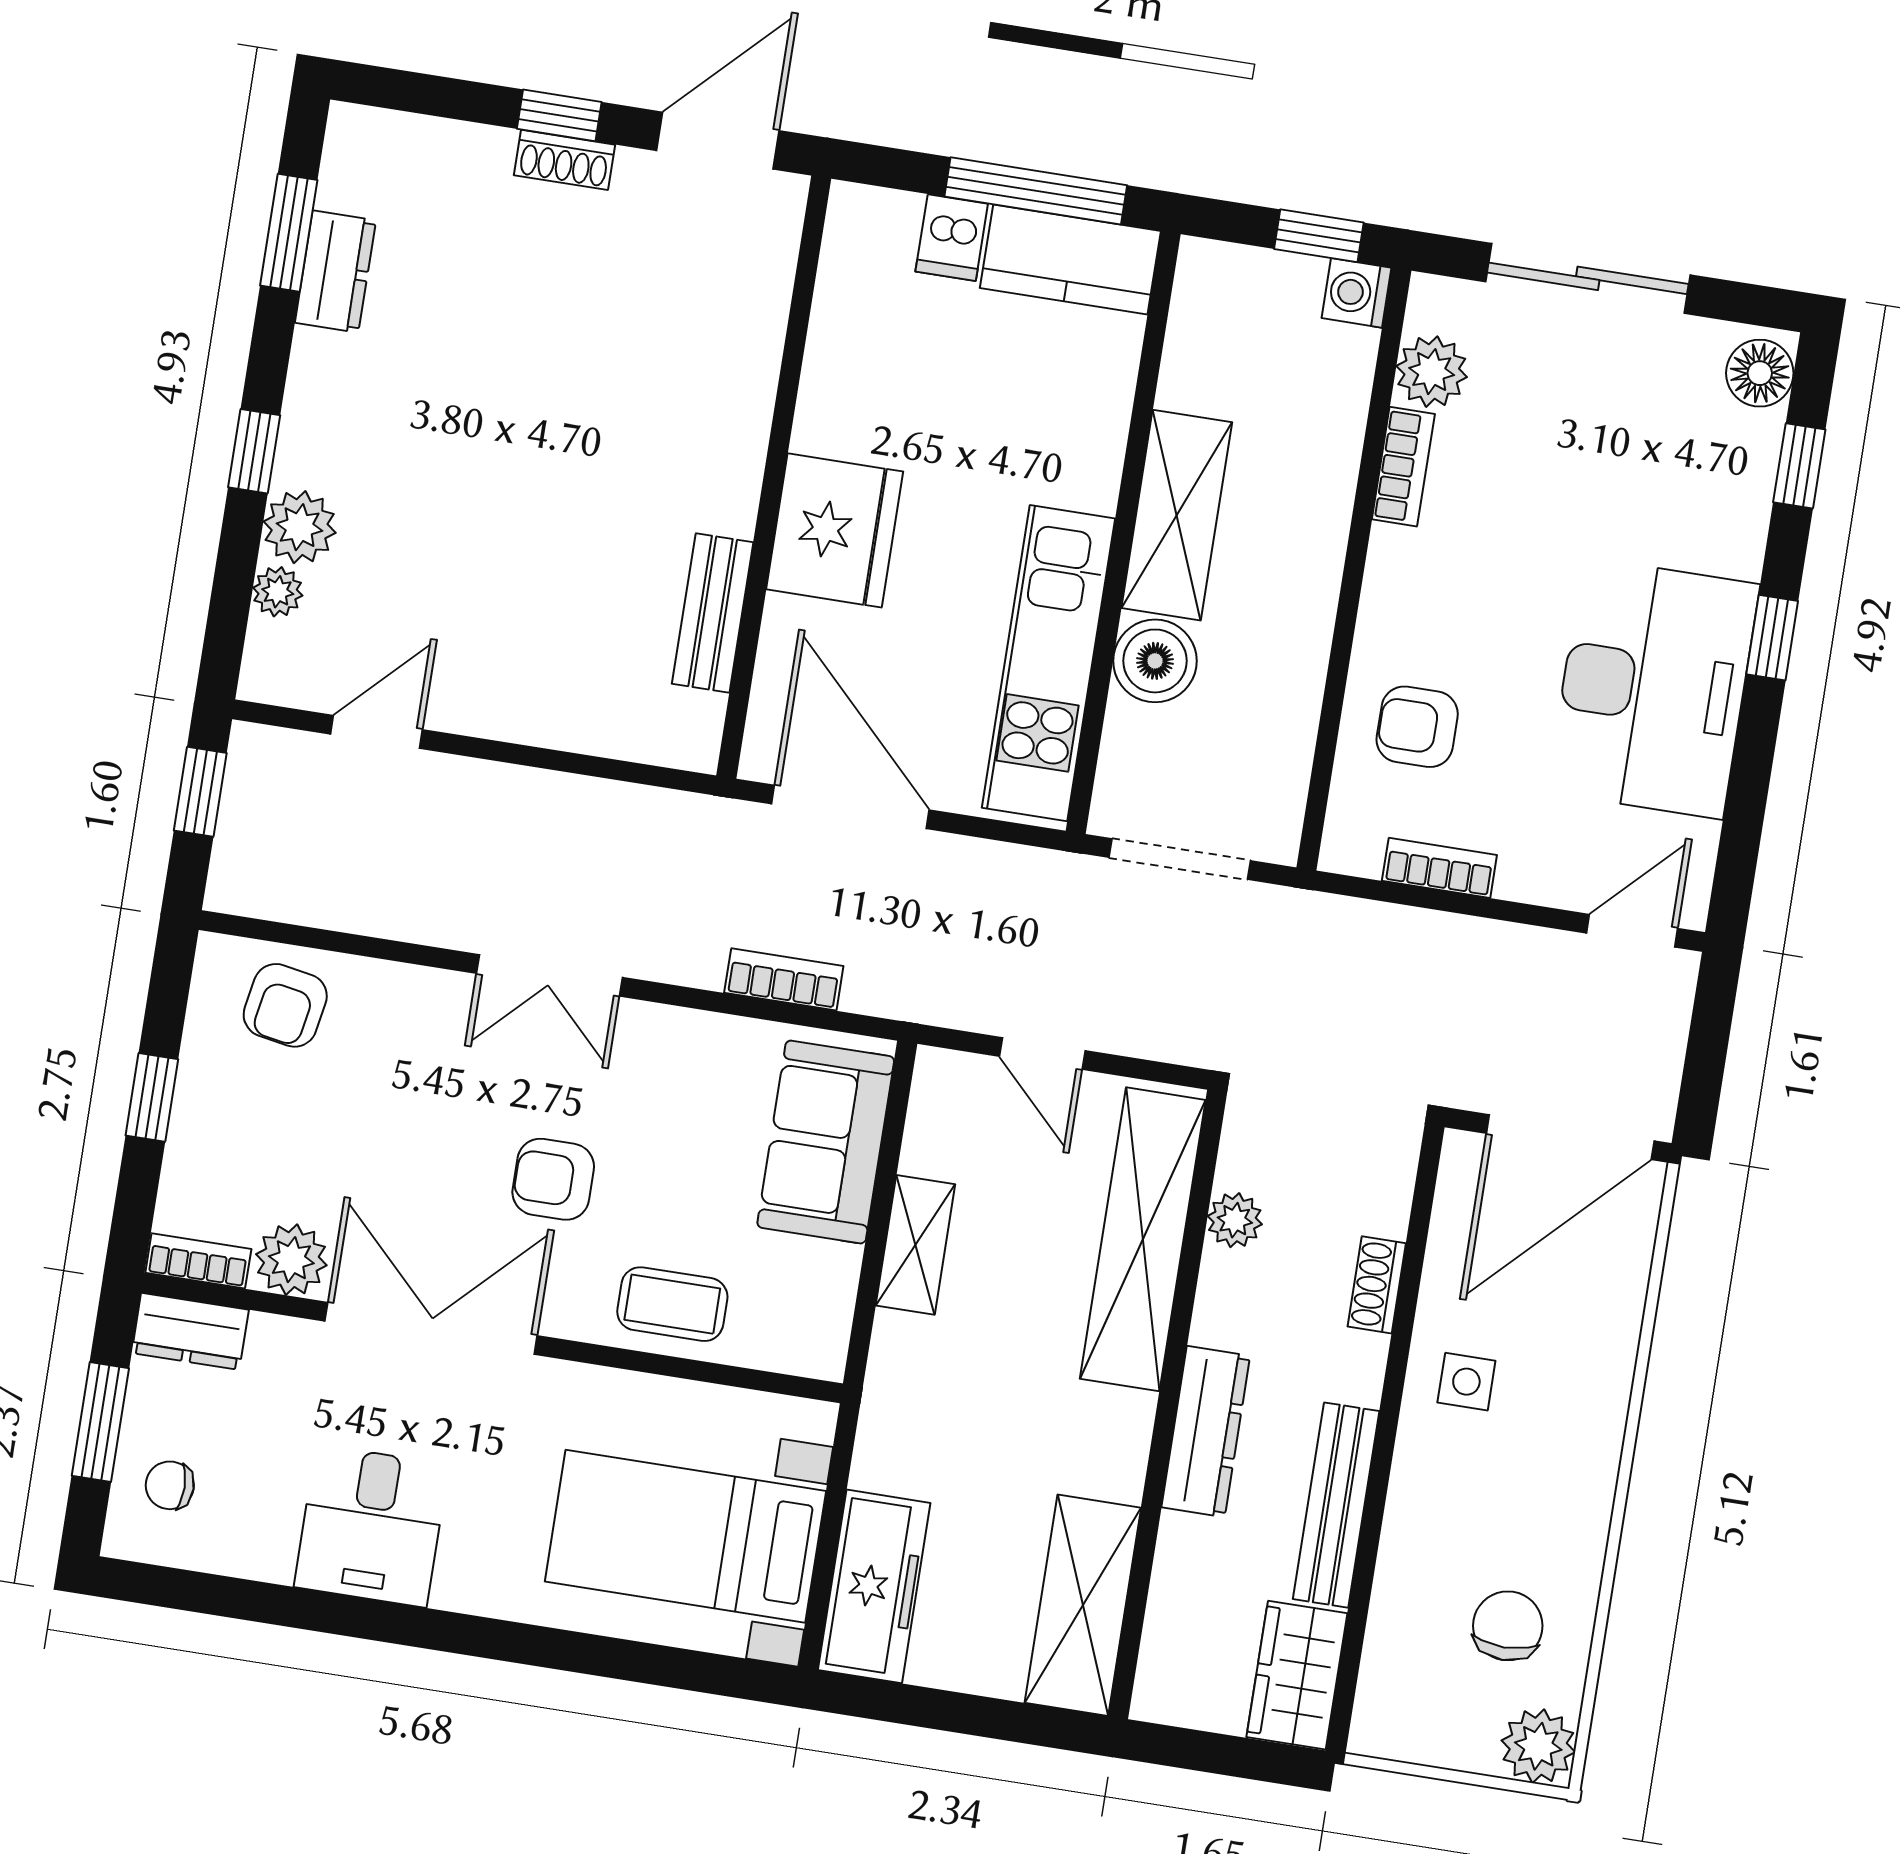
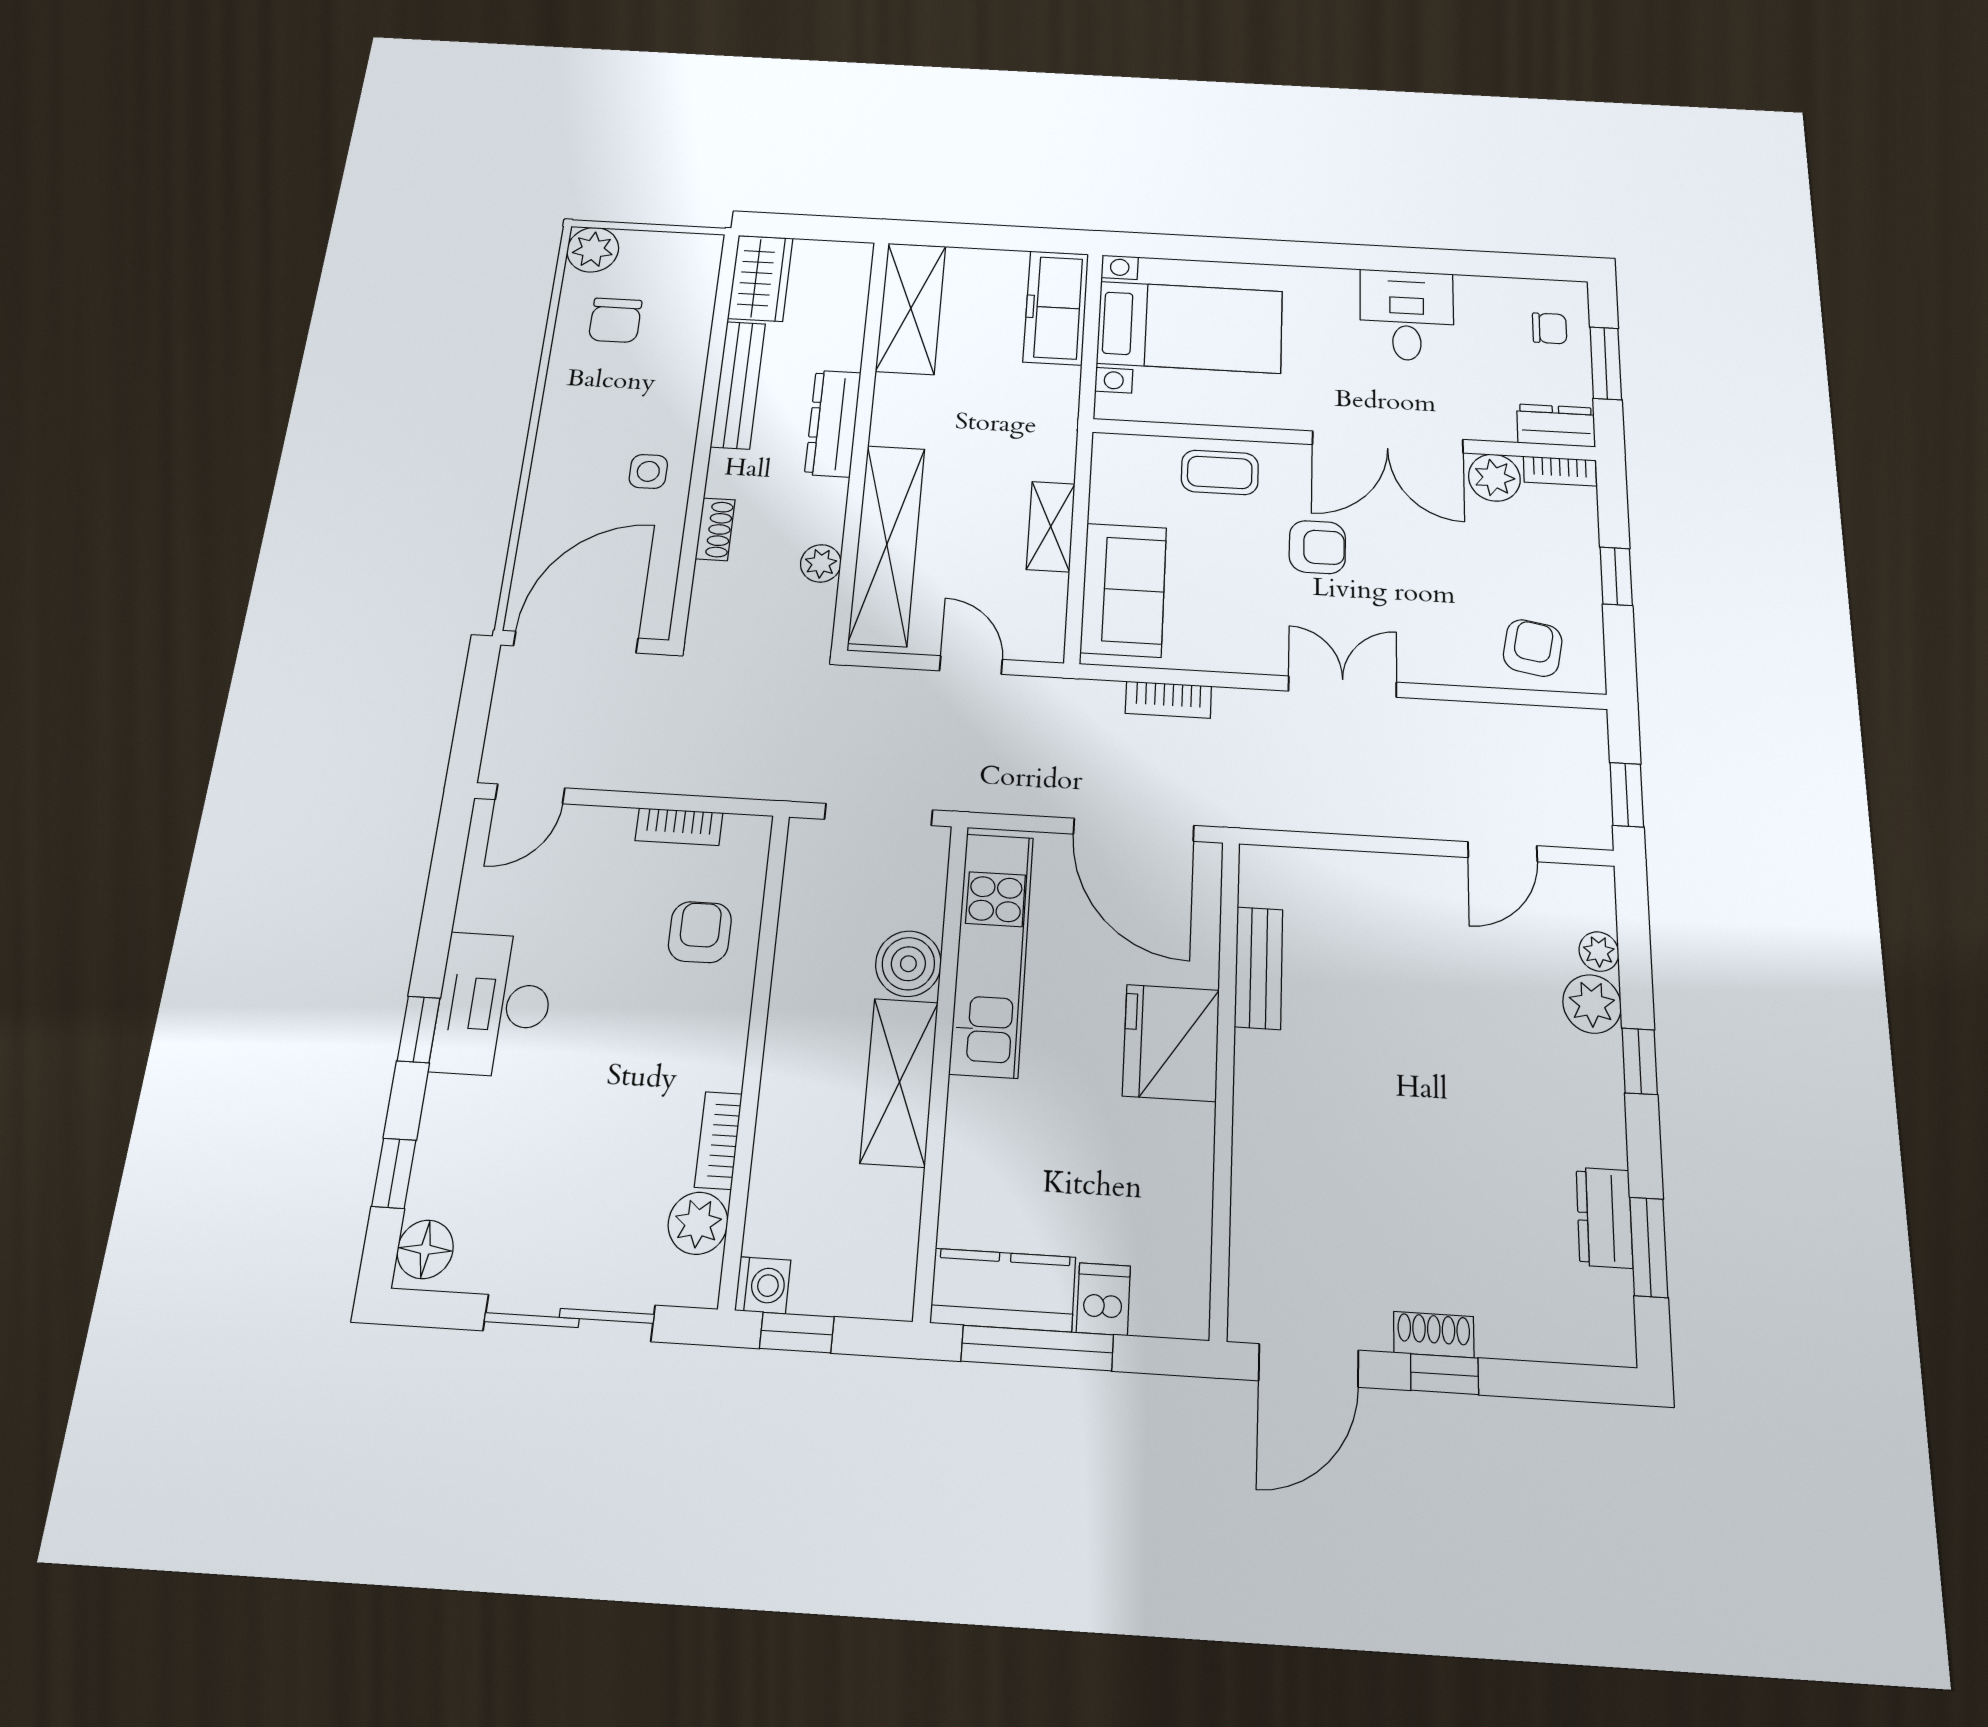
desk: (1653, 688) -> (494, 1005), width x0.73, depth x0.77
armchair: (1417, 727) -> (700, 932), turned -90

